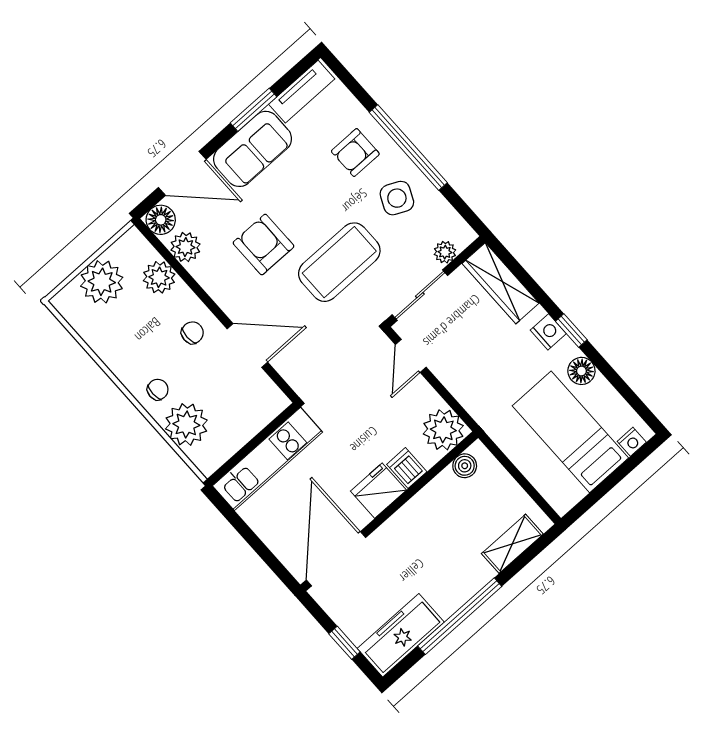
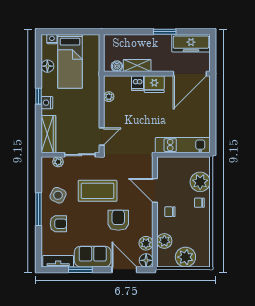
window: (408, 148) -> (39, 209), width x0.68
armchair: (264, 245) -> (118, 220), turned 180
floor lamp: (581, 371) -> (47, 66), moved
plant: (443, 430) -> (109, 97), width x0.53, depth x0.53
boiler: (465, 466) -> (117, 66), moved
dishwasher: (407, 468) -> (137, 83), moved
fridge: (378, 491) -> (154, 84), moved
wall: (389, 511) -> (157, 74), moved
shelving: (512, 544) -> (137, 66), moved
door: (336, 559) -> (190, 74), moved
window: (460, 616) -> (165, 32), width x0.47
window: (344, 643) -> (213, 58), removed

